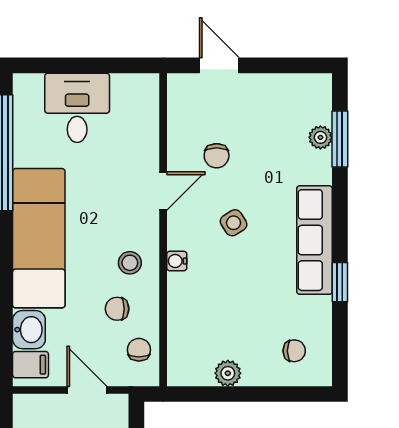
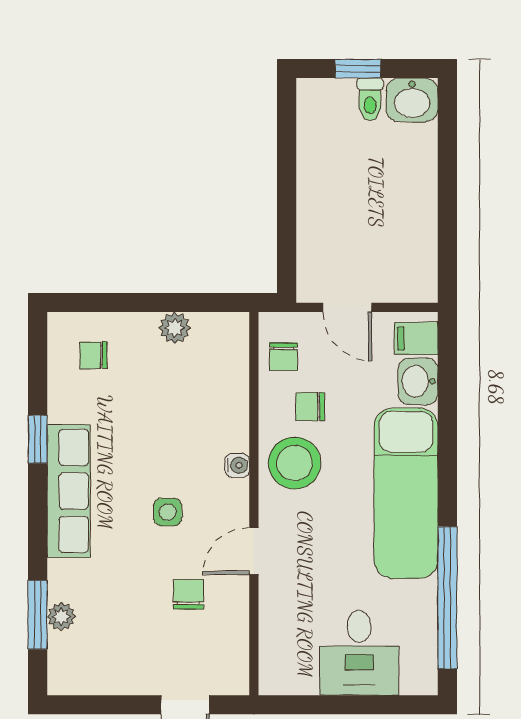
side table: (234, 223) -> (168, 512), turned 32
stool: (130, 263) -> (295, 463), width x1.89, depth x1.89
chair: (117, 309) -> (310, 407), turned 180

